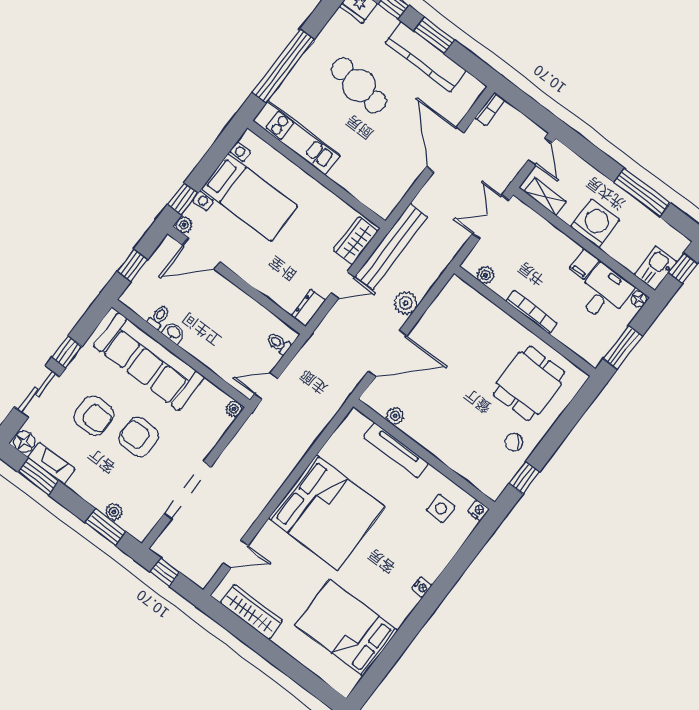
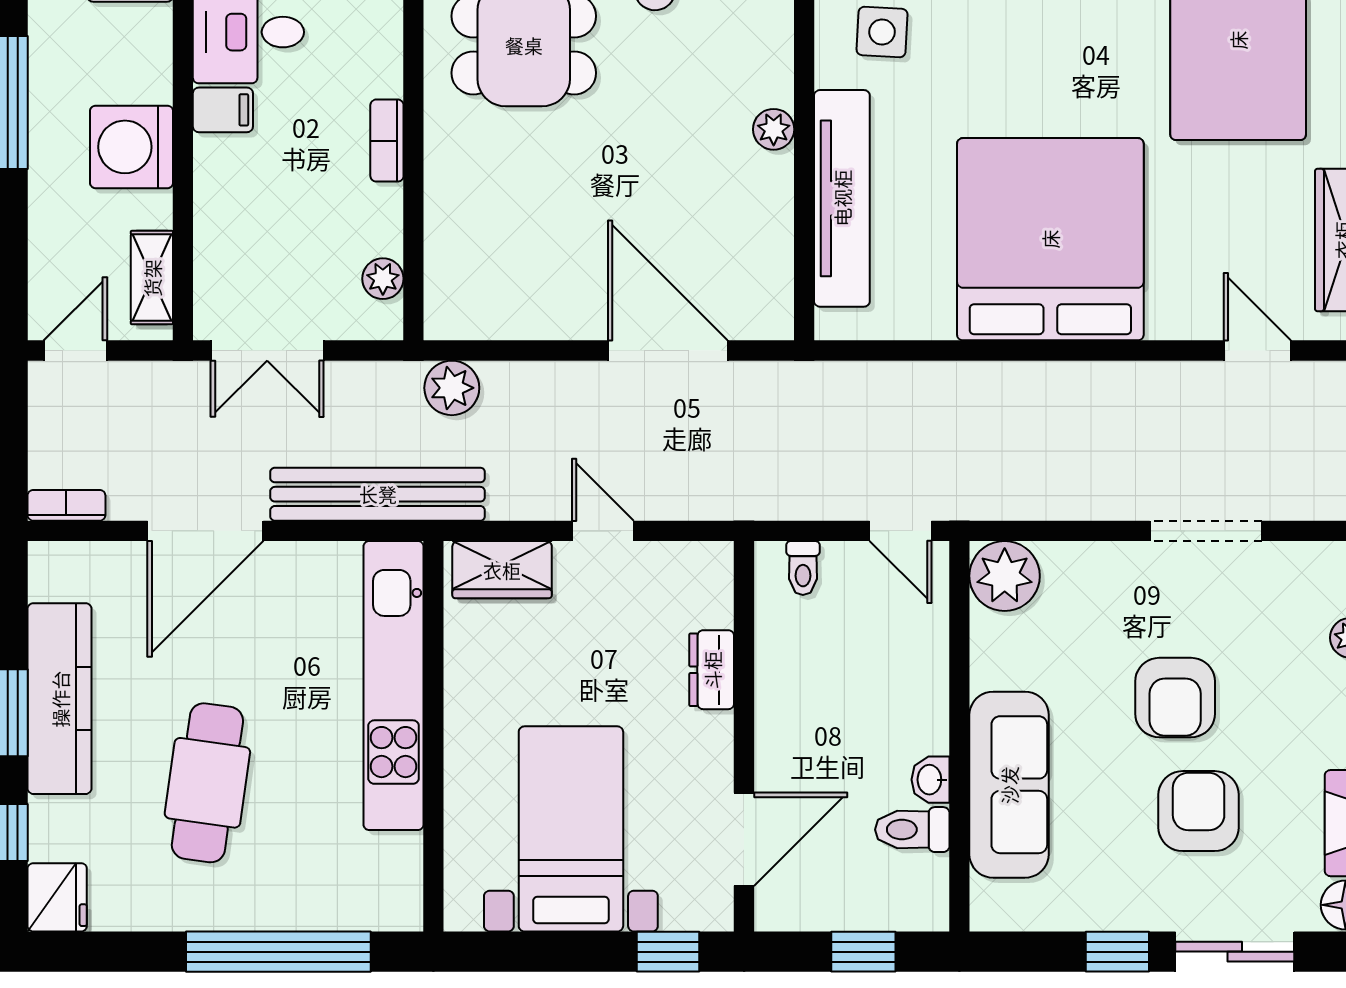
kitchen unit: (296, 138) -> (394, 686), moved, width x1.36
plant: (184, 225) -> (715, 912), removed
bench: (391, 247) -> (378, 494), moved
door: (201, 254) -> (744, 839), hinge flipped
plant: (406, 303) -> (452, 388), moved
dresser: (308, 308) -> (712, 670), moved, turned 90
bookcase: (531, 312) -> (387, 141), width x0.64
toilet: (159, 317) -> (912, 830), width x1.37, depth x1.39
sofa: (149, 362) -> (1009, 785), width x0.74, depth x0.79
plant: (234, 409) -> (1005, 576), width x1.87, depth x1.87
plant: (395, 416) -> (774, 129), moved
tv unit: (396, 450) -> (842, 198), width x1.36, depth x1.29
doorway: (188, 490) -> (1206, 531), width x0.73

